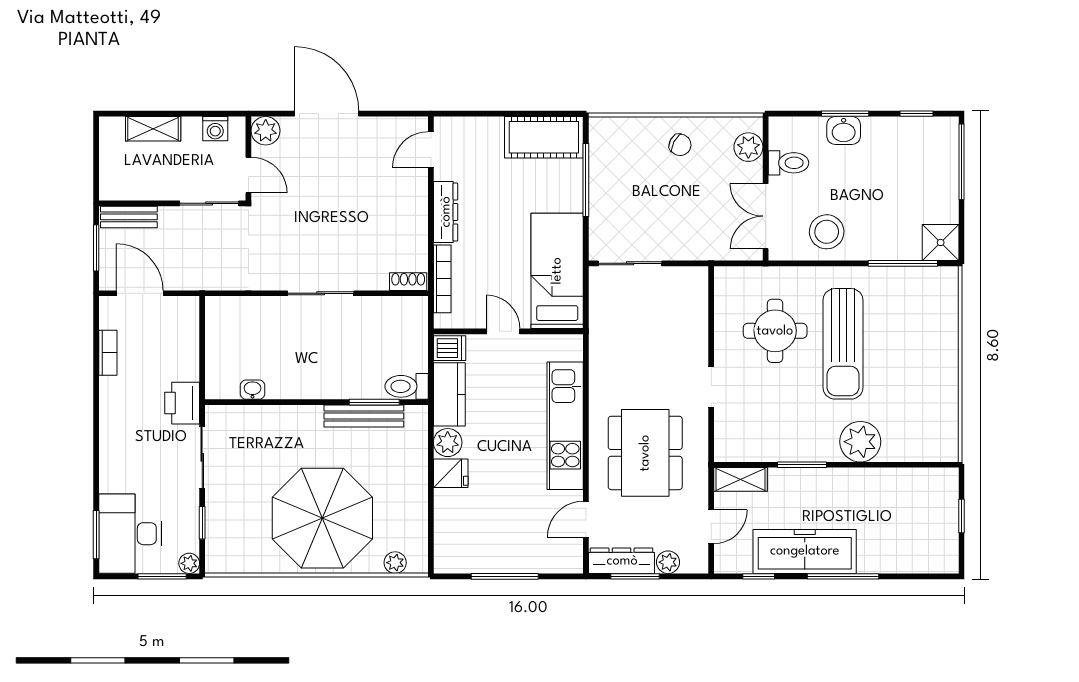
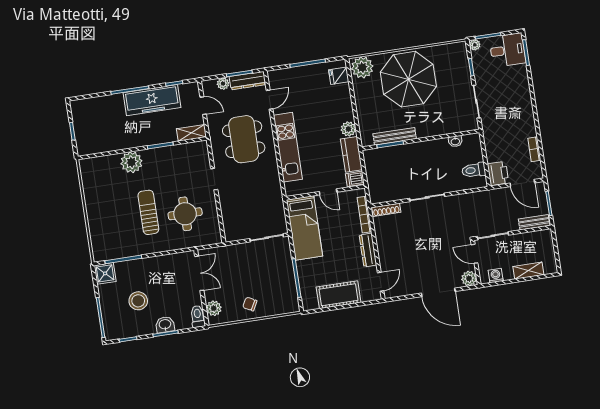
cot: (544, 137) -> (339, 295), moved
toilet: (788, 163) -> (198, 316), moved, turned 90
stool: (827, 232) -> (138, 301), moved
shoe rack: (408, 282) -> (386, 210), width x1.43
sun lounger: (843, 344) -> (148, 212), width x0.73, depth x0.75
toilet: (407, 386) -> (474, 170), moved, turned 180
printer: (182, 403) -> (498, 173), moved
fridge: (451, 473) -> (339, 76), moved
door: (711, 527) -> (203, 106), swing flipped
desk: (130, 534) -> (507, 50), width x0.73
plant: (395, 563) -> (362, 67), width x1.87, depth x1.87

